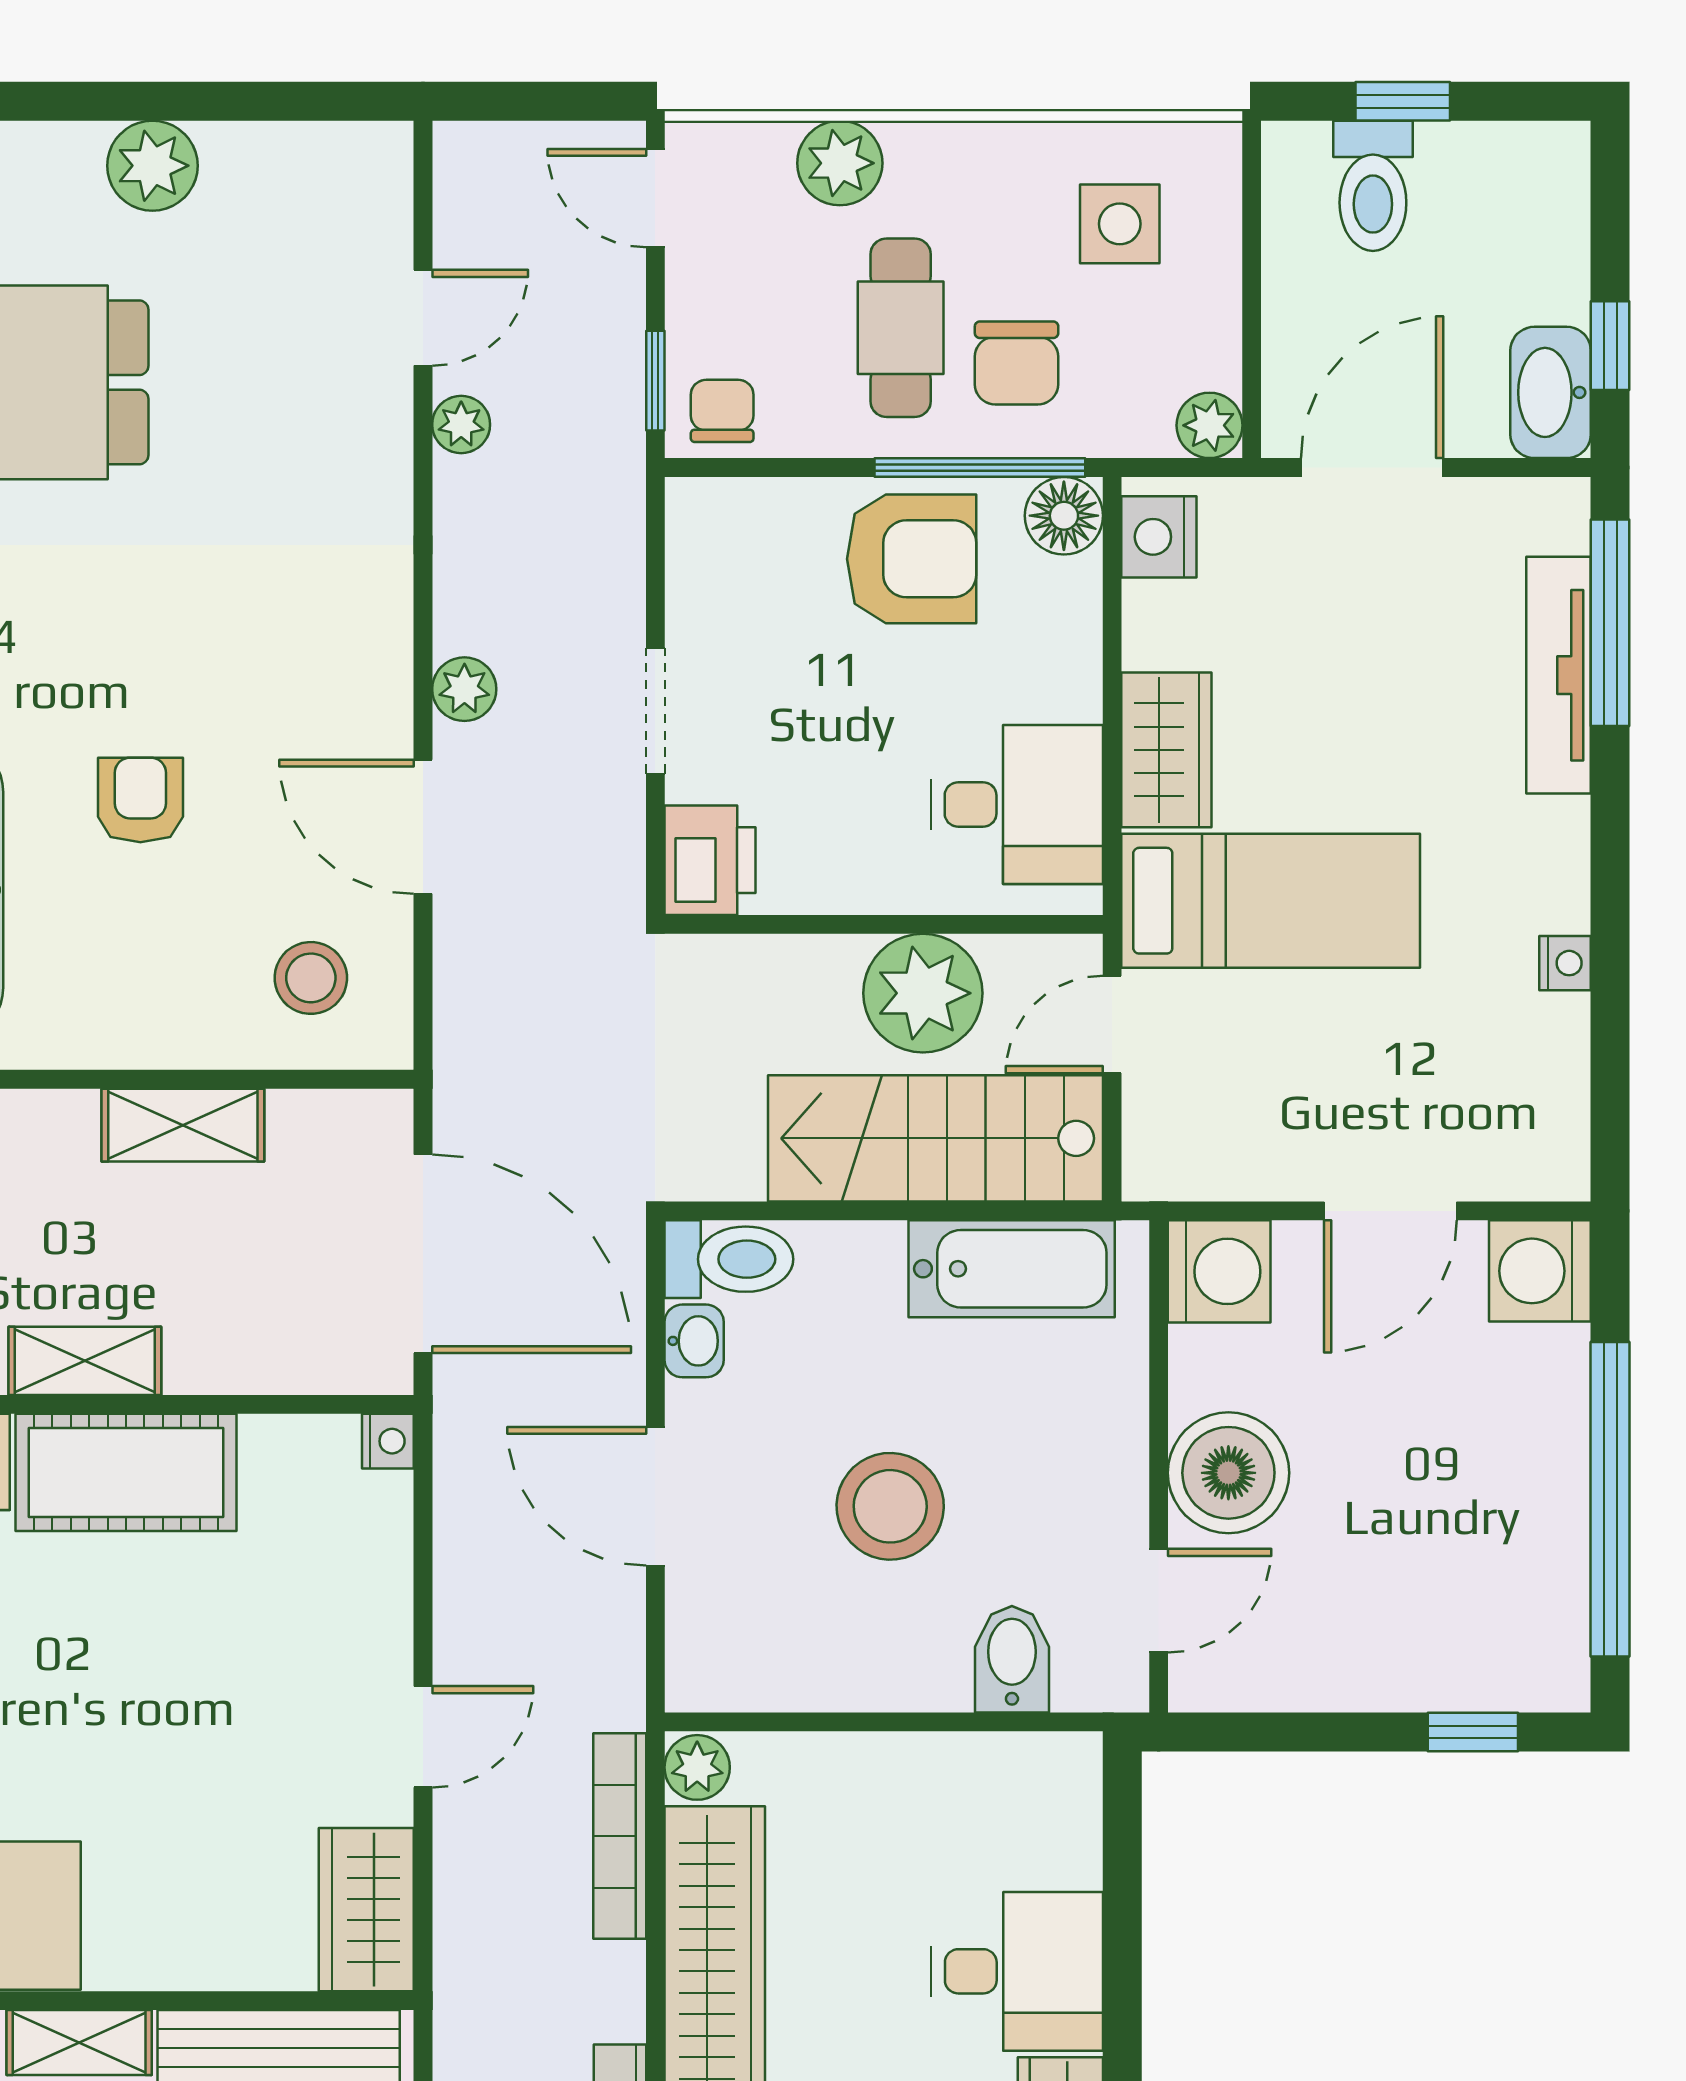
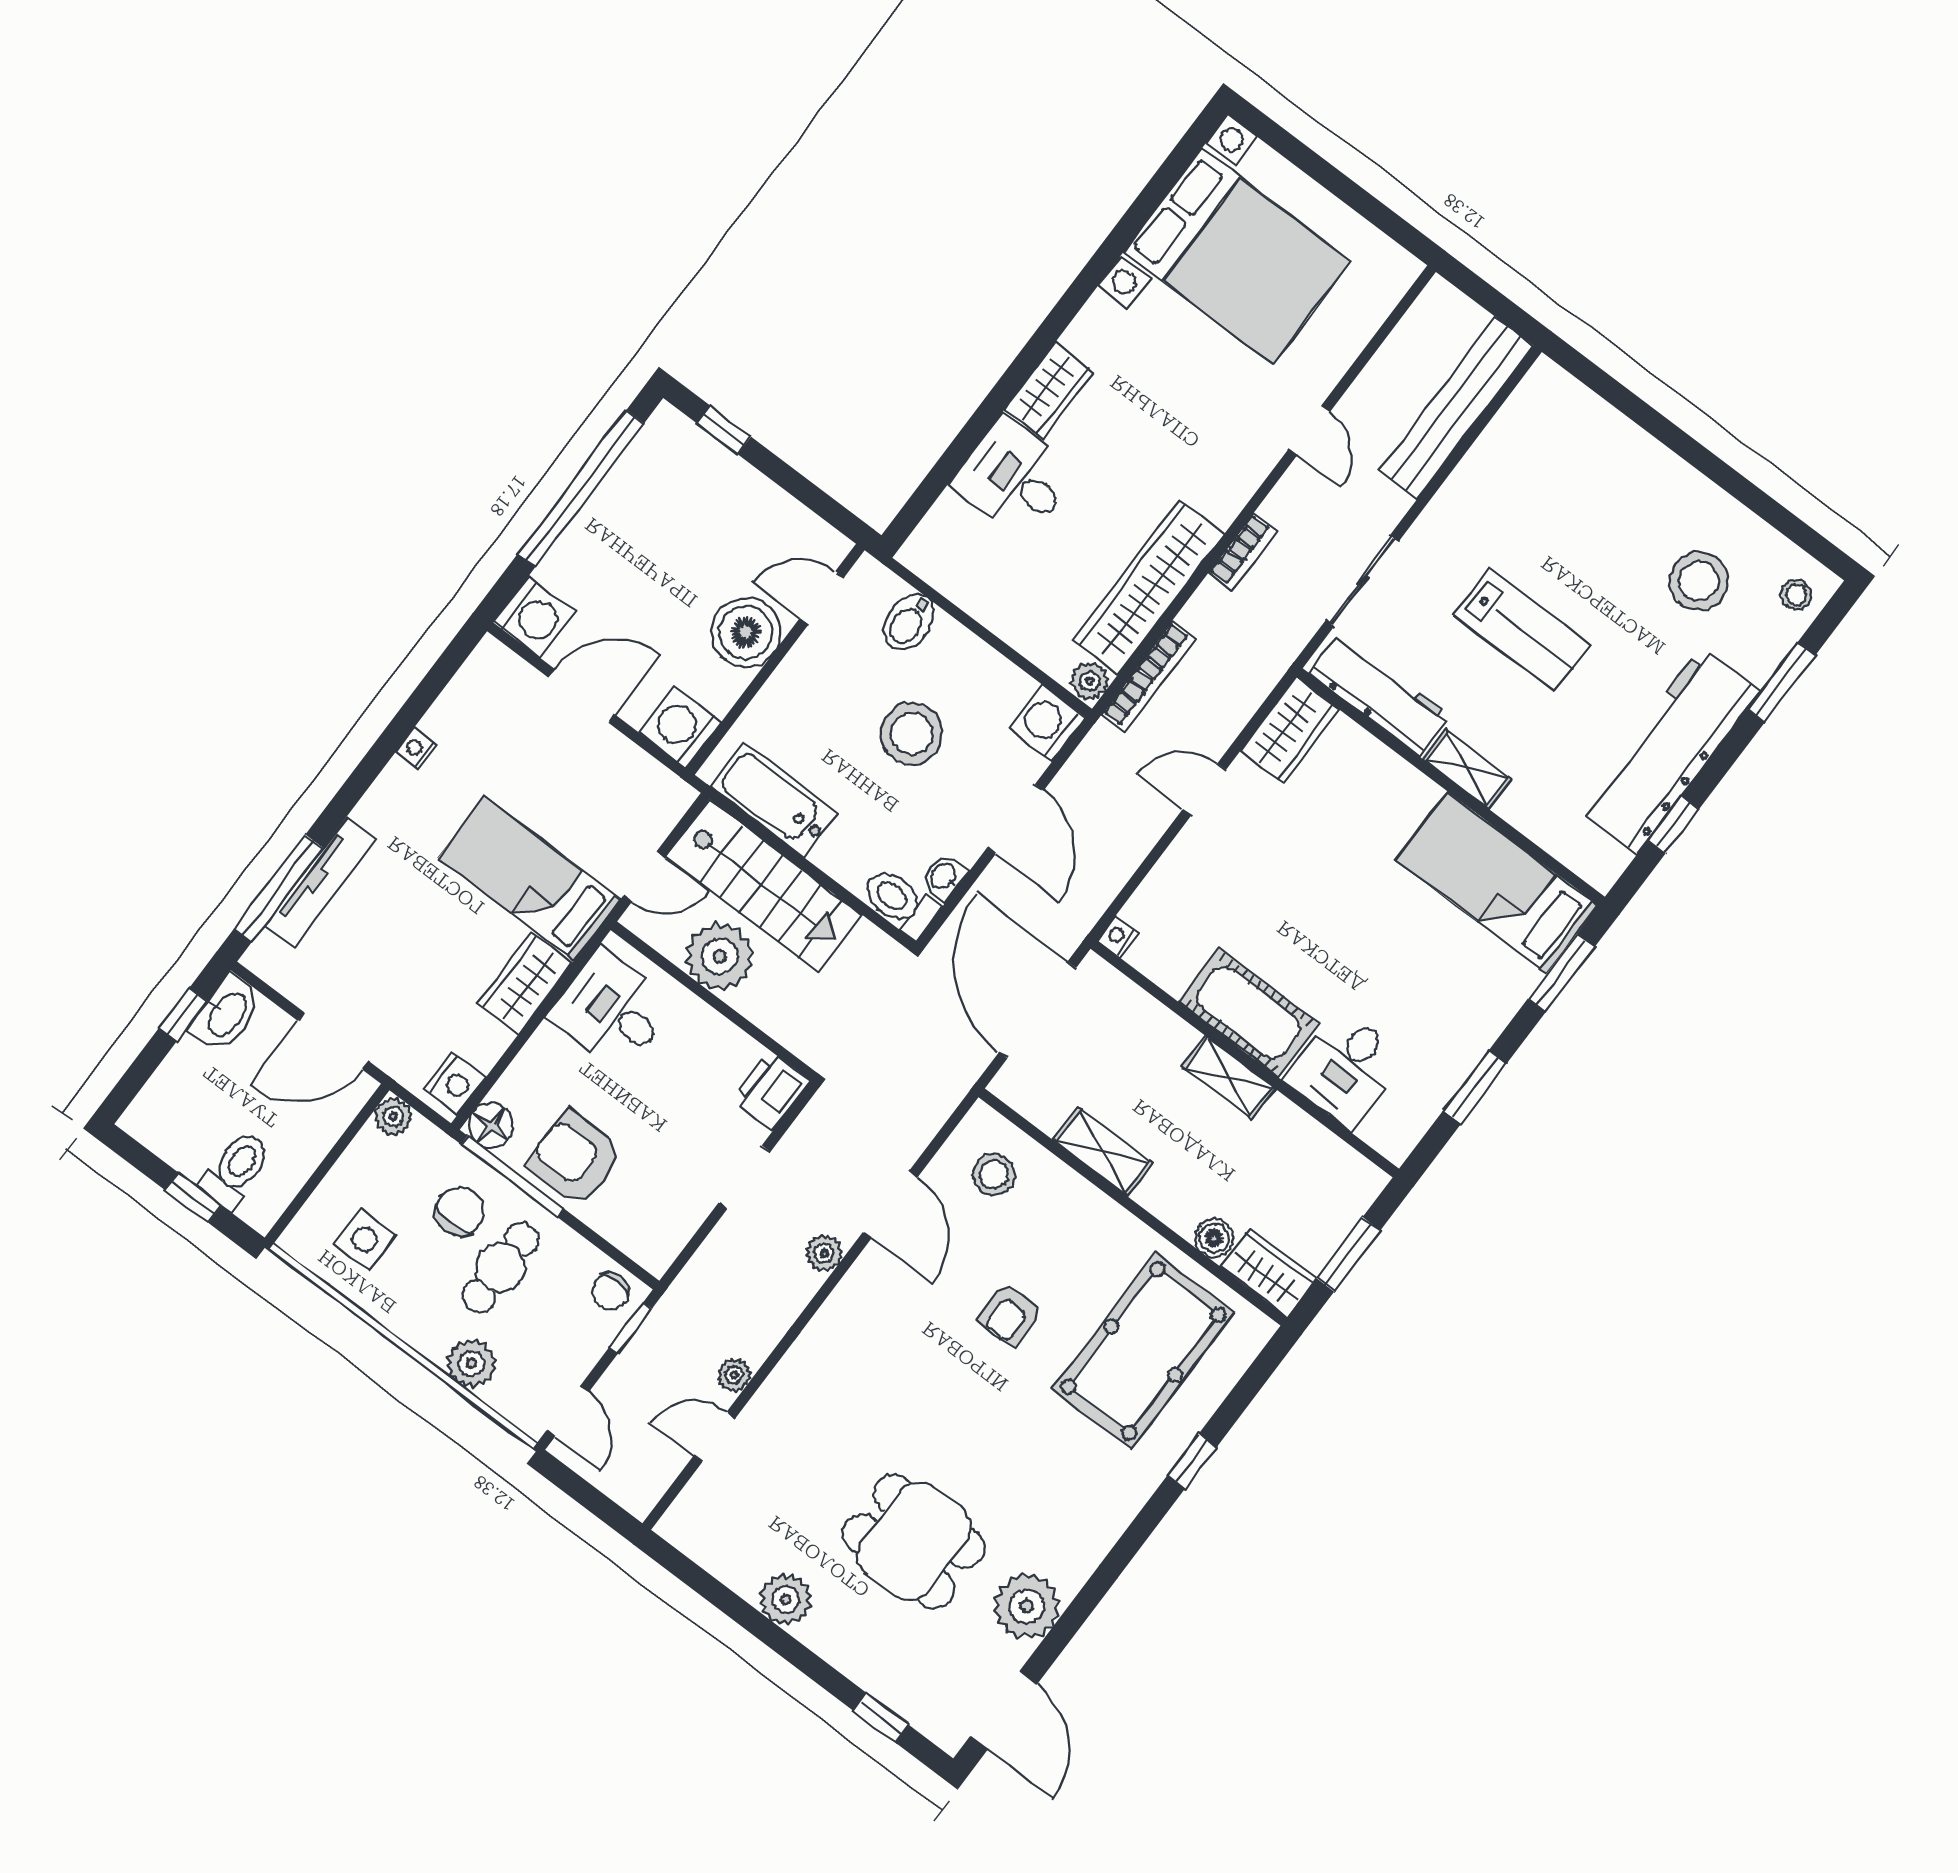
washing machine: (713, 1664) -> (1047, 723), added

